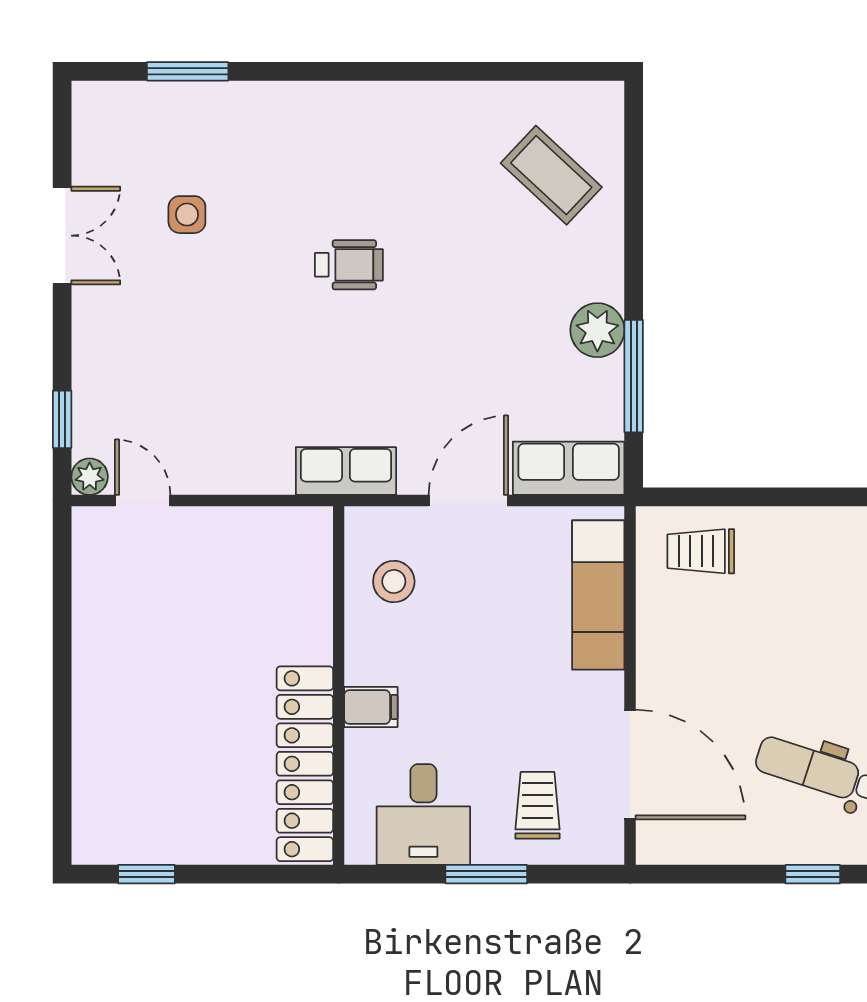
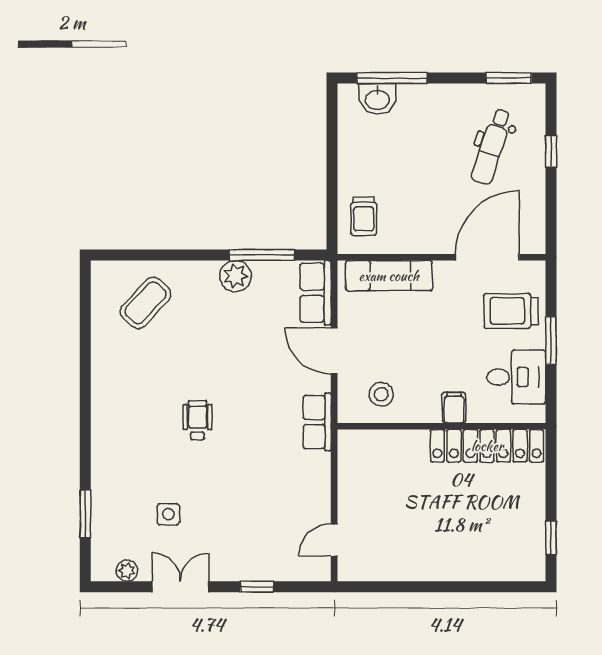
window: (62, 419) -> (257, 587), moved
plant: (90, 477) -> (127, 571), moved
trolley: (537, 805) -> (511, 311), width x1.36, depth x1.39

